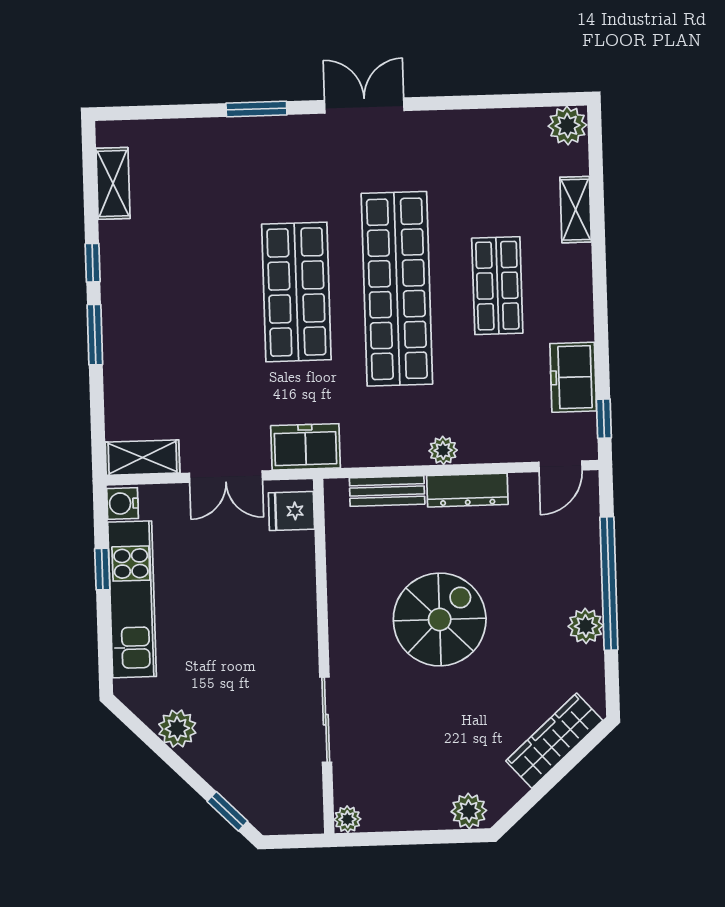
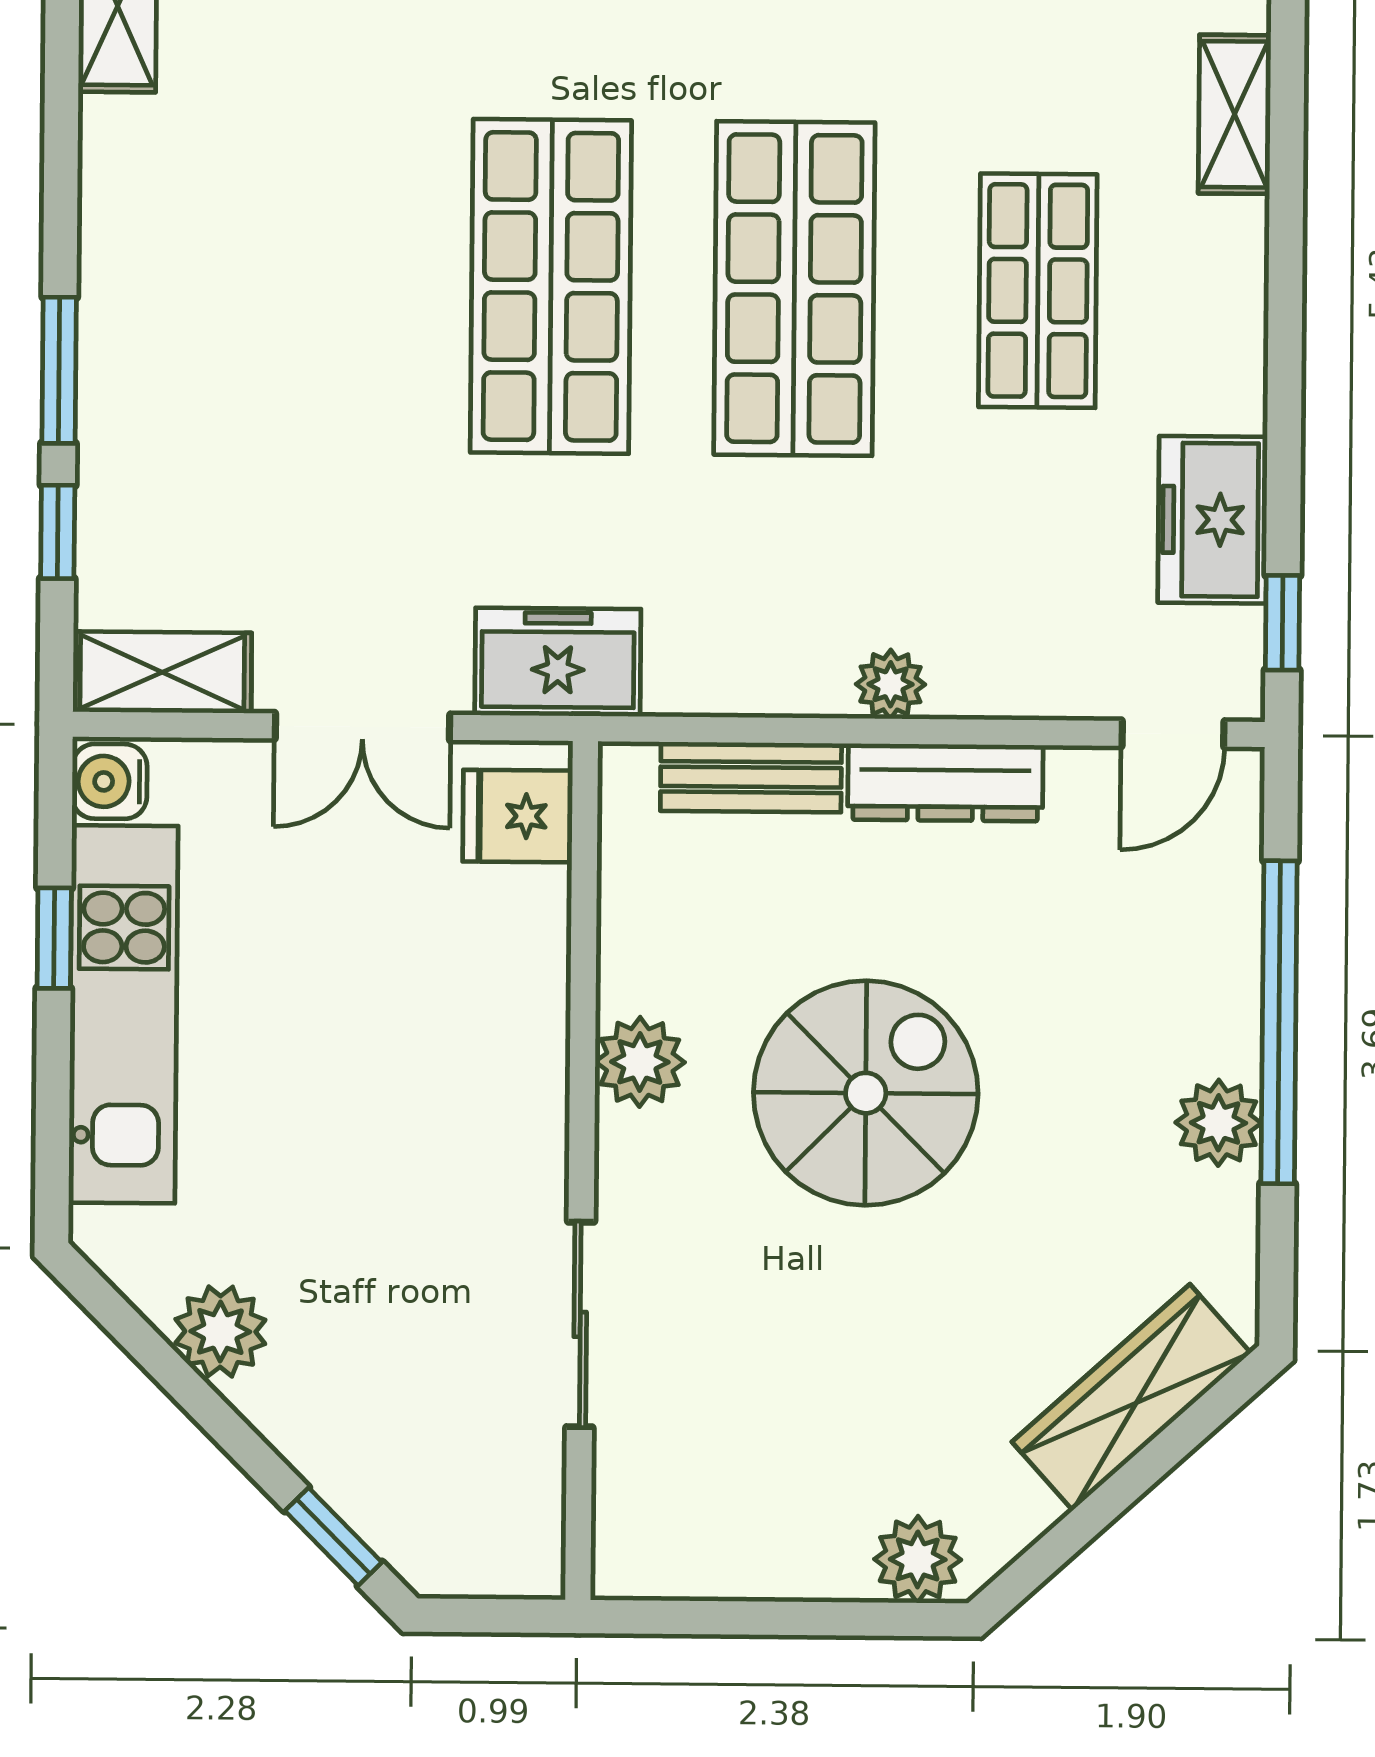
window: (93, 263) -> (58, 532), moved
shop shelf: (397, 289) -> (794, 289), width x0.71
plant: (347, 819) -> (640, 1062), moved, width x1.38, depth x1.38

